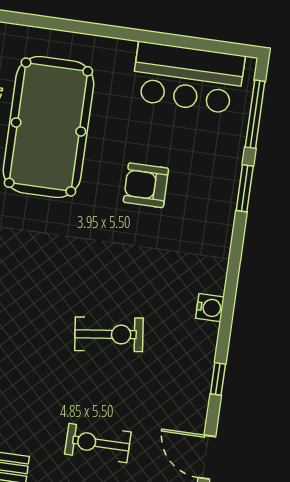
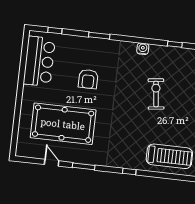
window: (255, 114) -> (55, 31), width x0.46
window: (245, 188) -> (99, 36), moved

